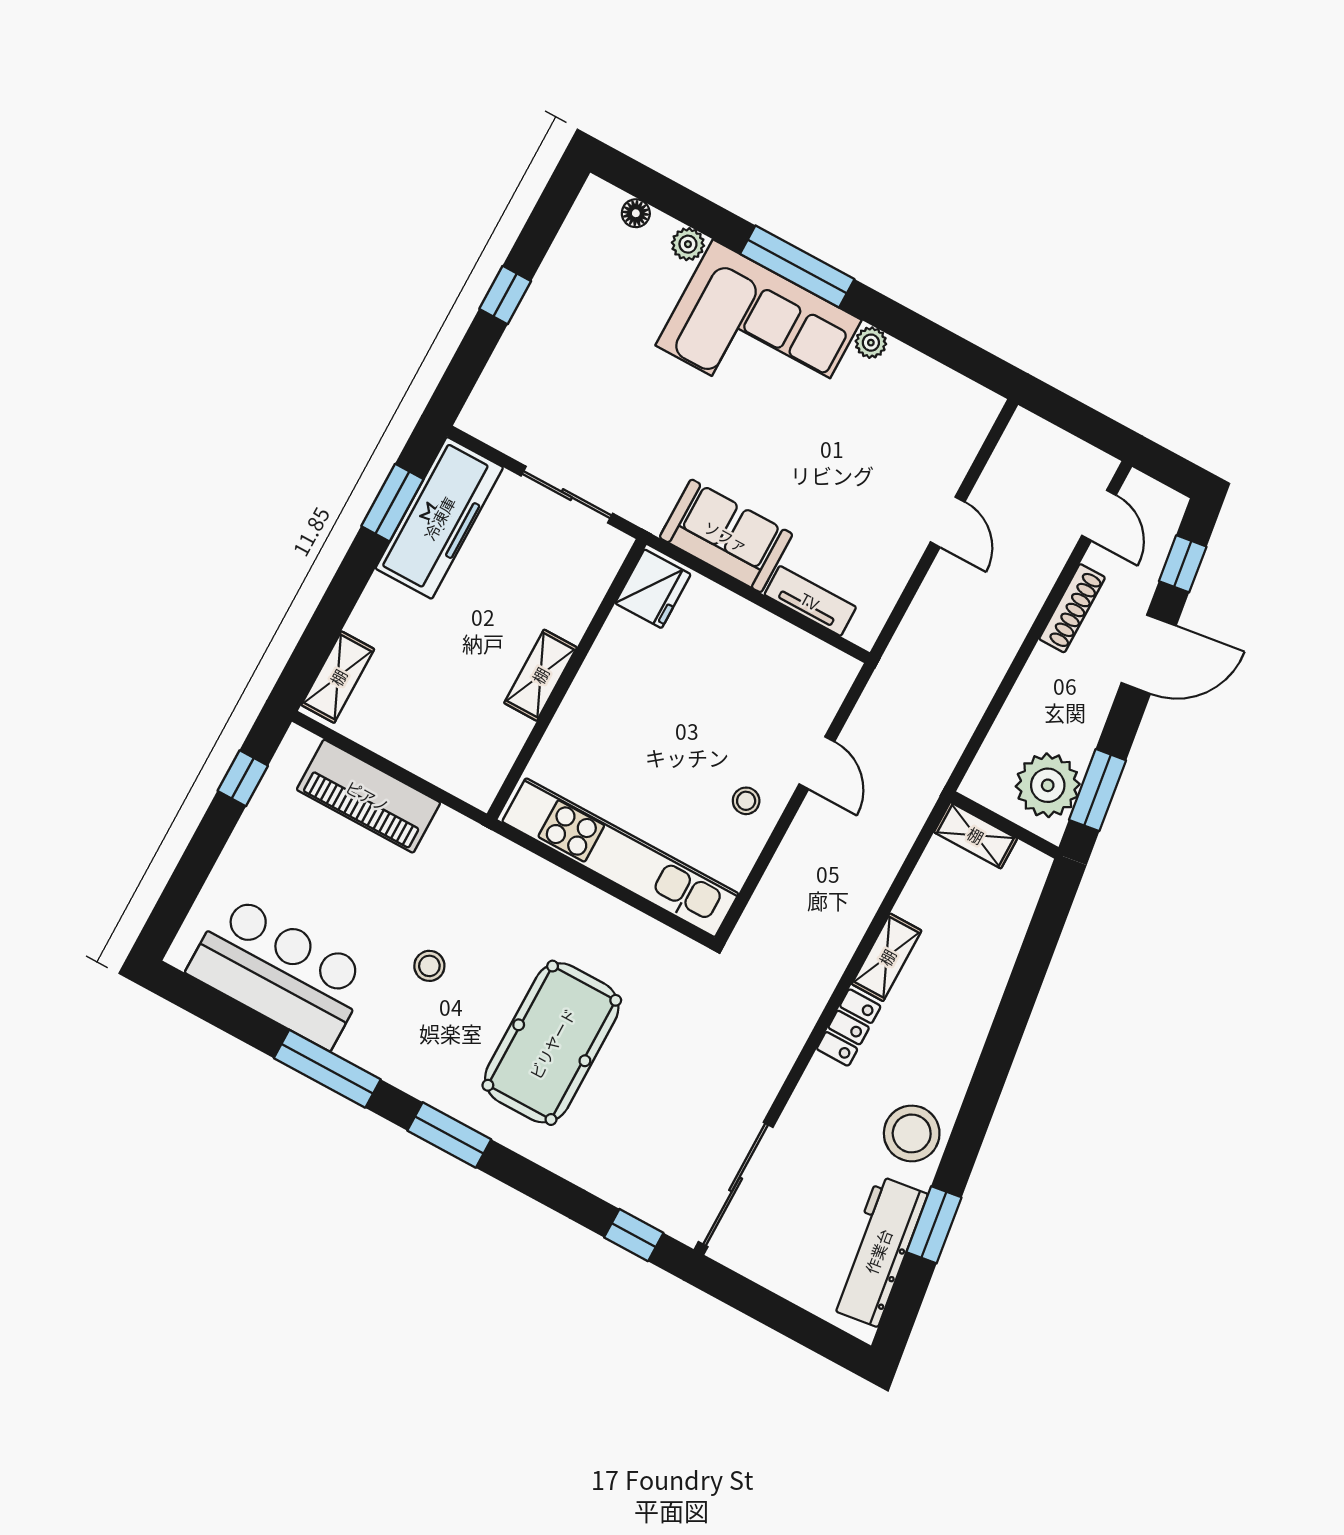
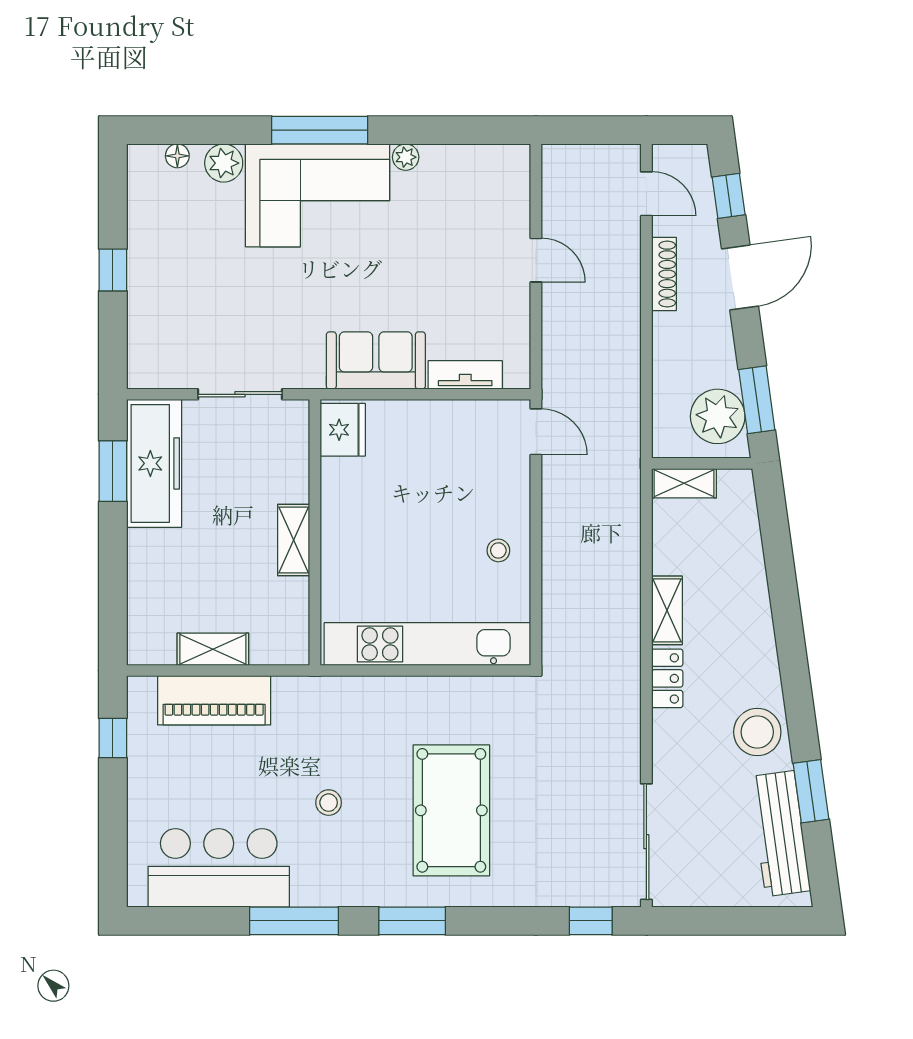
plant: (688, 244) -> (224, 163), width x1.38, depth x1.38
shelving: (338, 677) -> (213, 649), moved, turned 90
door: (817, 763) -> (536, 432), moved

